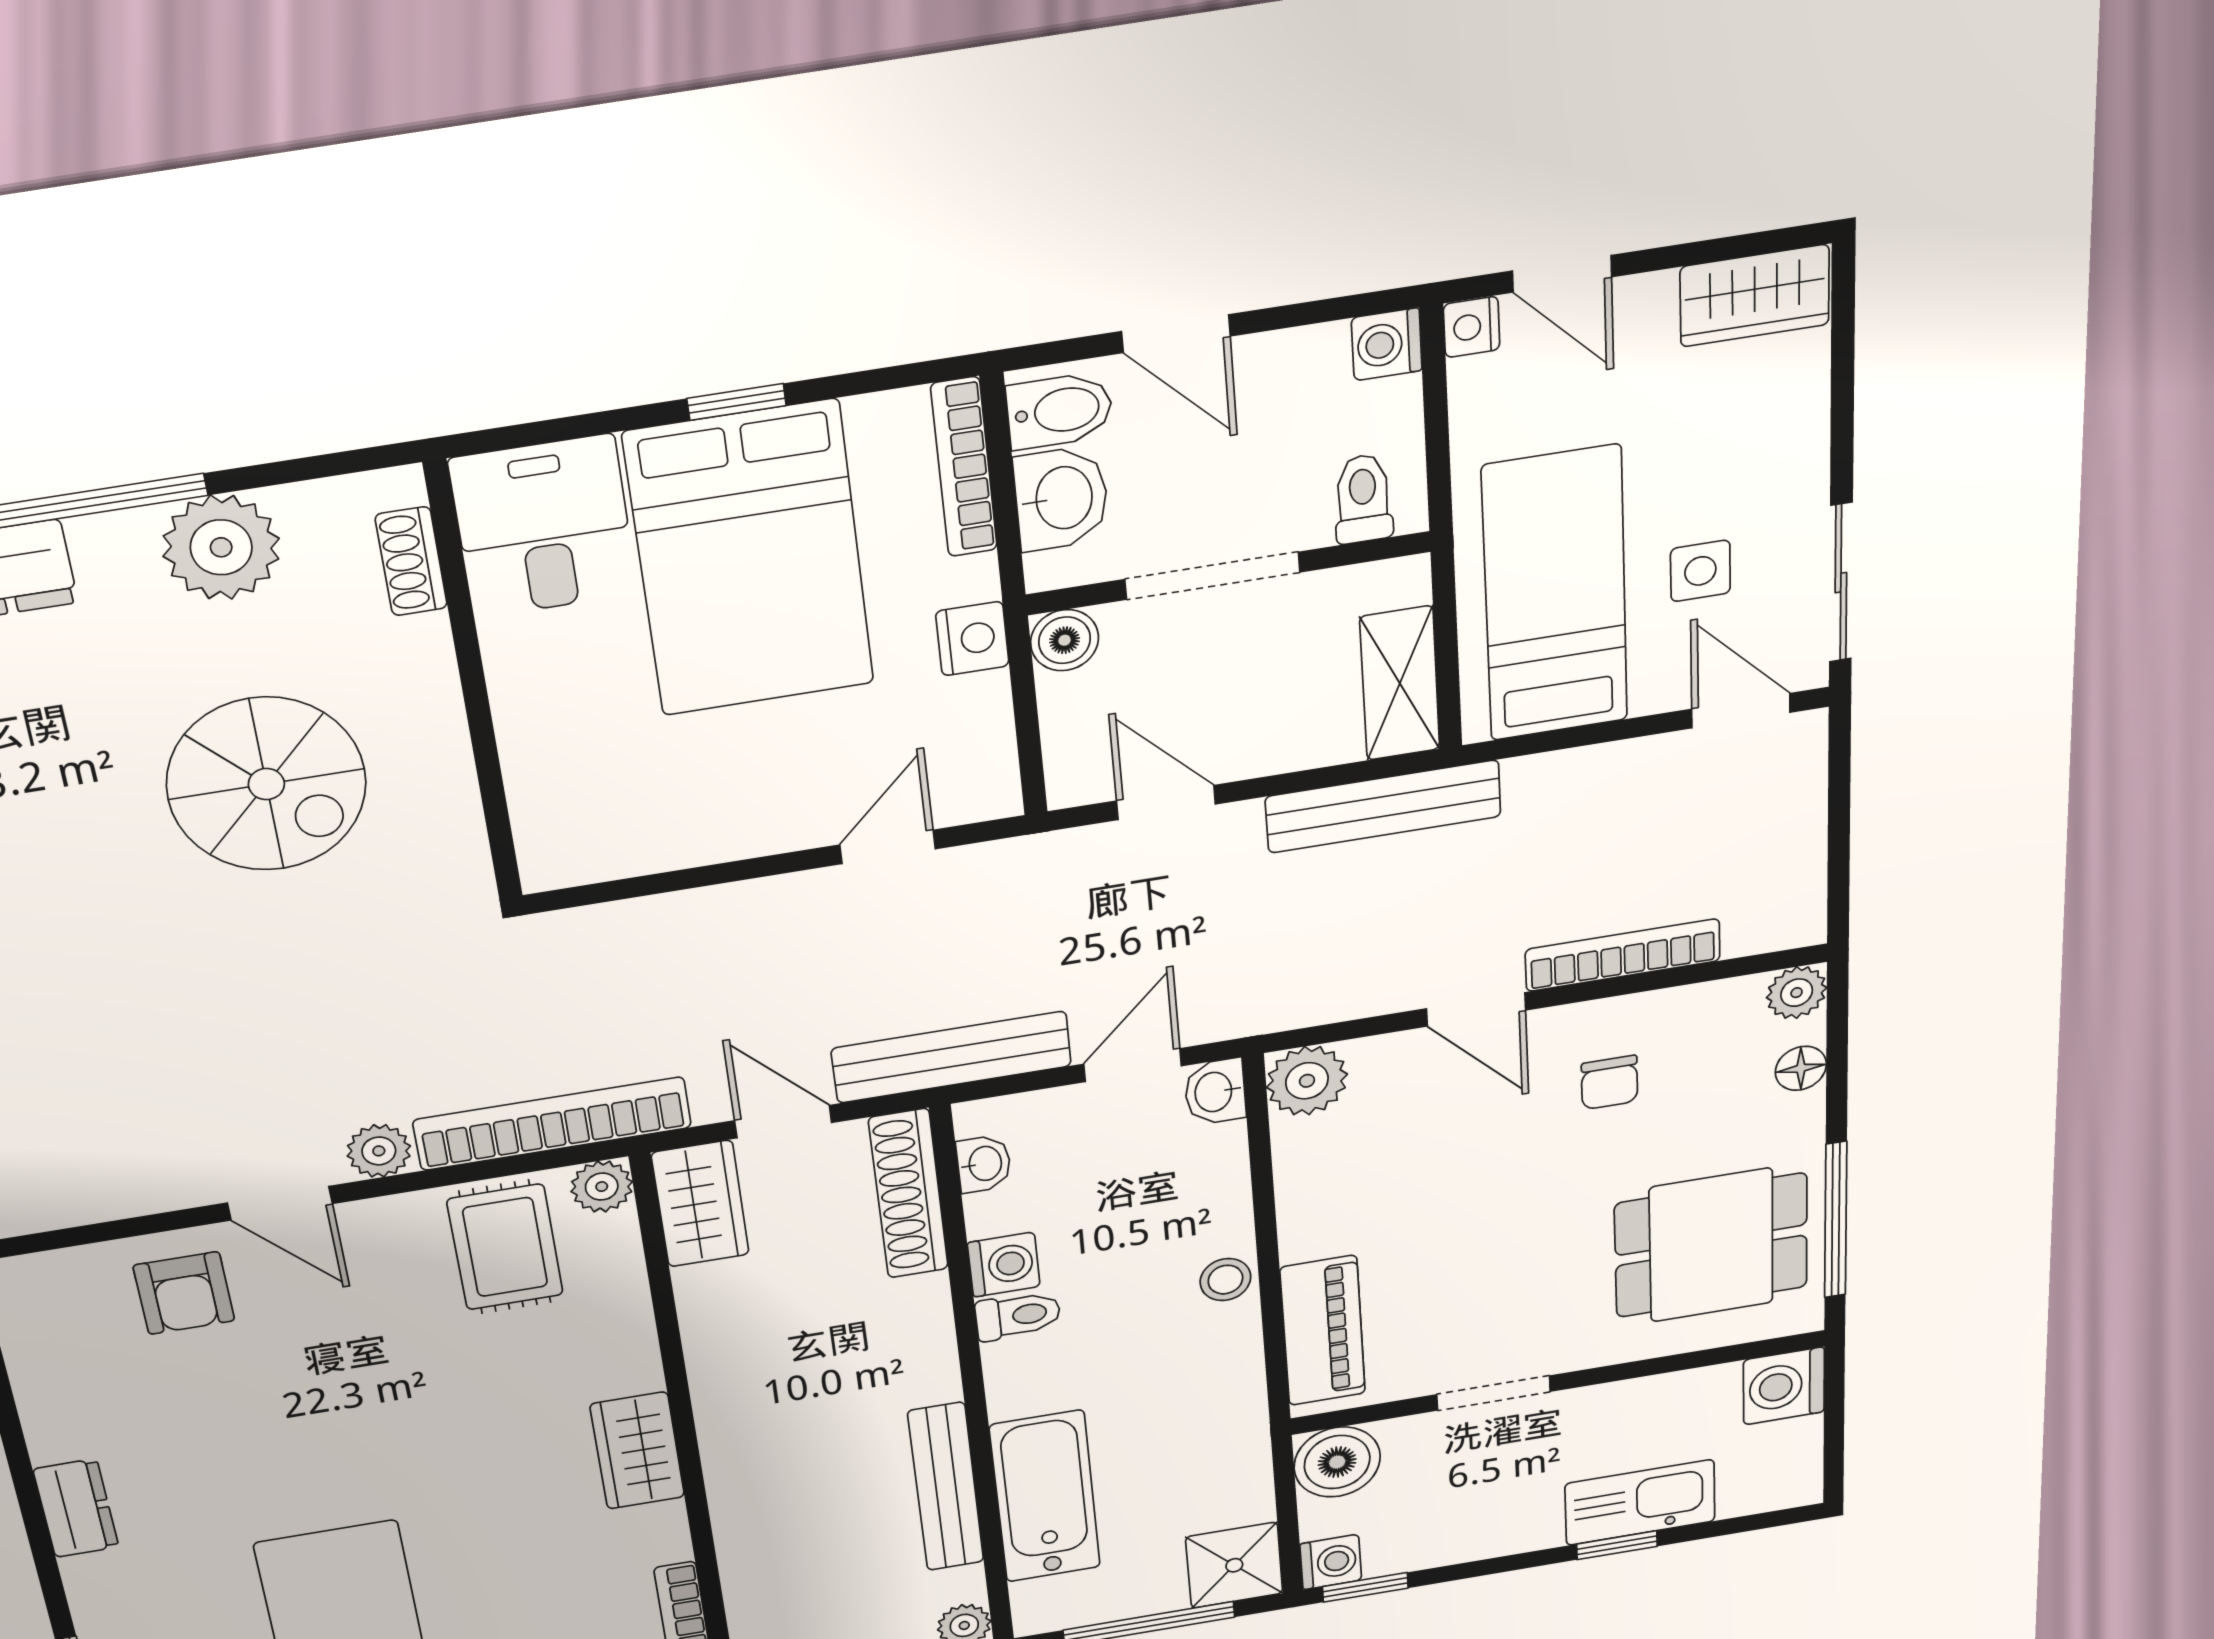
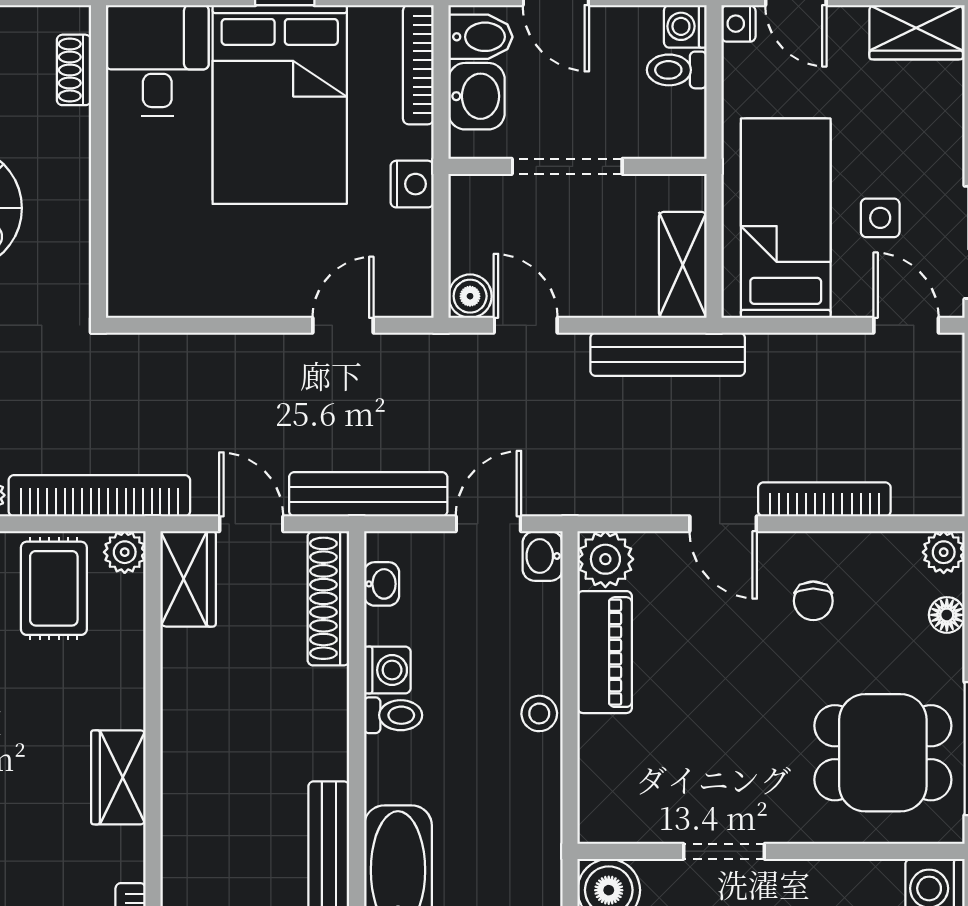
toilet: (1363, 499) -> (677, 70), moved, turned -90
boiler: (1065, 640) -> (470, 296), moved
piano: (1323, 1331) -> (605, 652), moved

